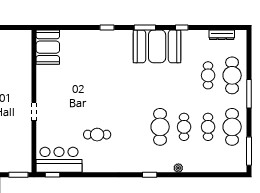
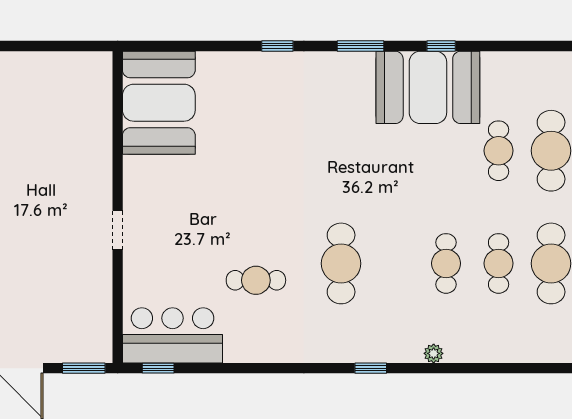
dresser: (222, 35) -> (528, 62), removed
booth: (157, 46) -> (428, 87), moved
booth: (48, 47) -> (159, 103), width x1.36, depth x1.42
cafe table: (160, 127) -> (341, 263), moved

